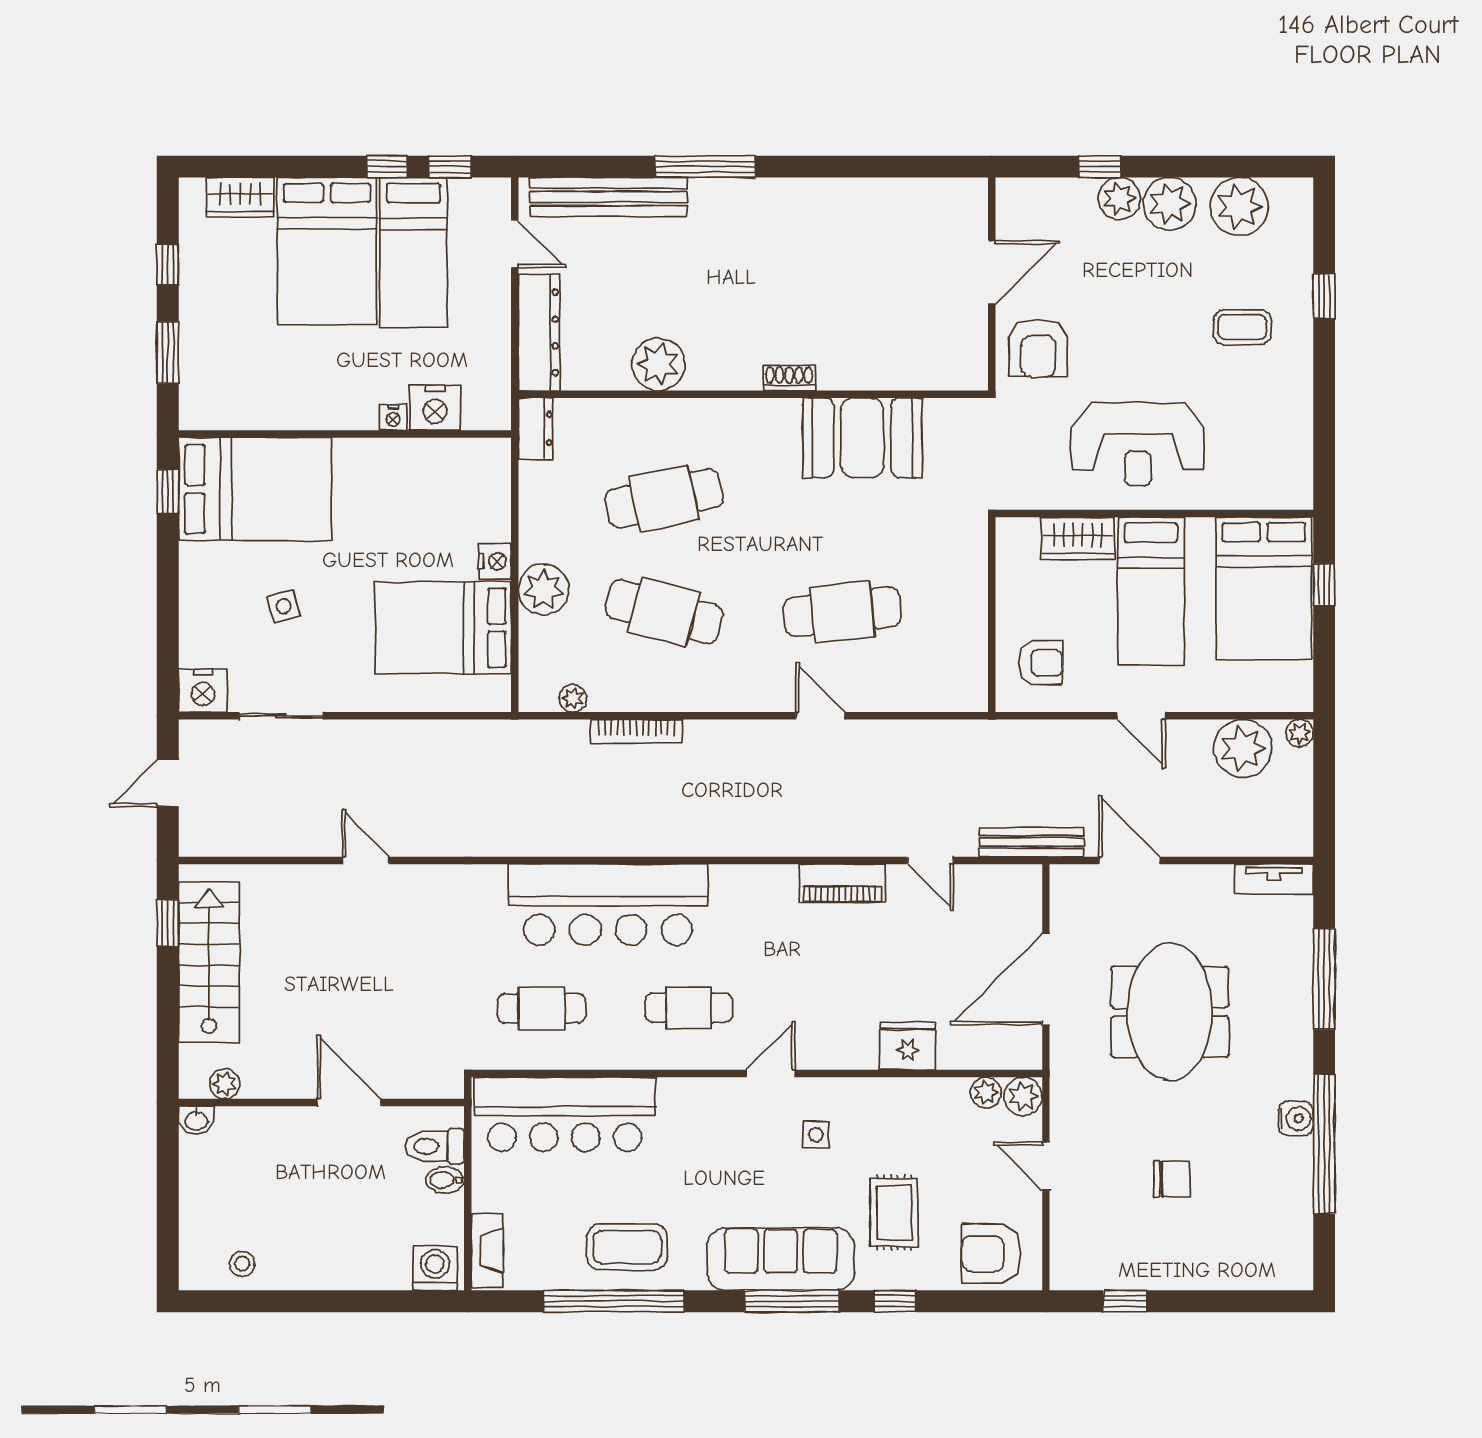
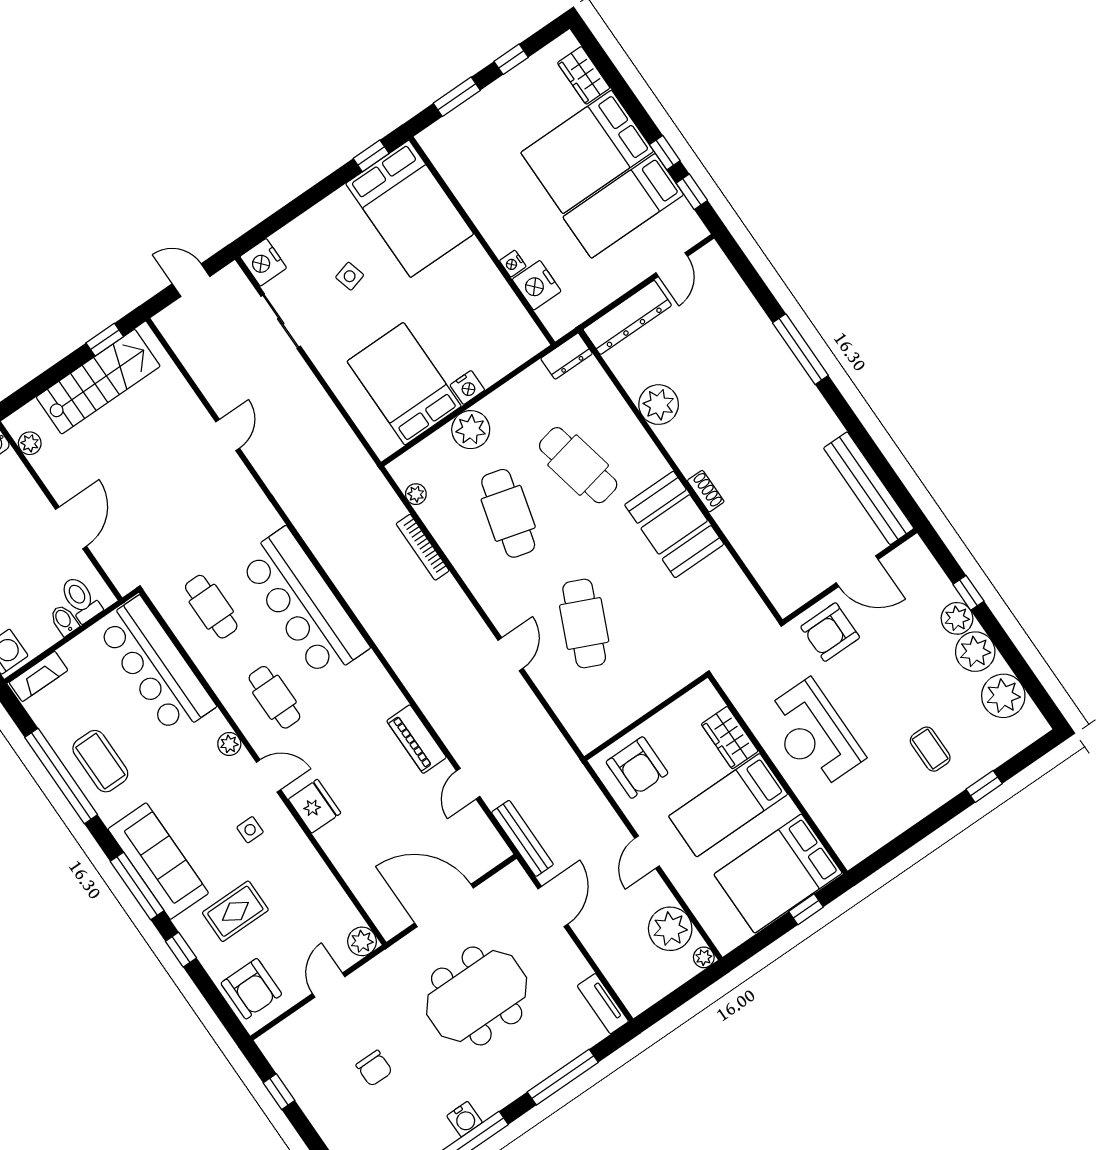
bench: (608, 197) -> (869, 488), moved
booth: (862, 438) -> (674, 524), moved
cafe table: (842, 612) -> (584, 623), turned 30
armchair: (1041, 663) -> (637, 768), width x1.38, depth x1.38
fridge: (908, 1046) -> (315, 806), moved
plant: (986, 1093) -> (229, 744), moved
armchair: (991, 1254) -> (251, 989), turned 180

